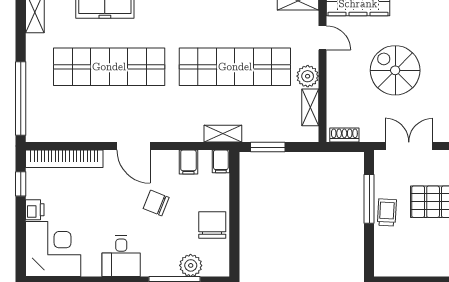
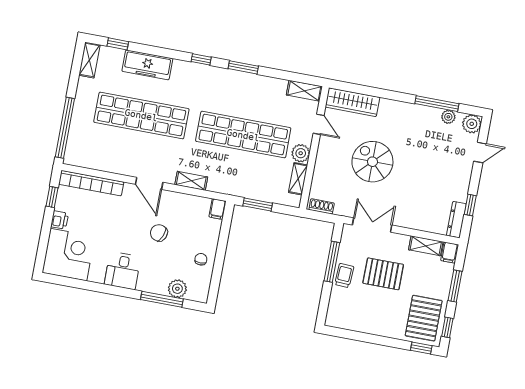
shelving: (223, 134) -> (191, 181), moved
filing cabinet: (188, 162) -> (191, 205), removed
chair: (212, 225) -> (201, 259), width x0.54, depth x0.54

